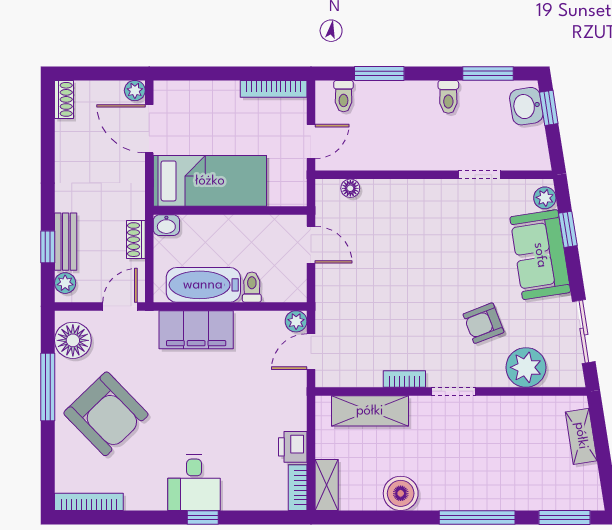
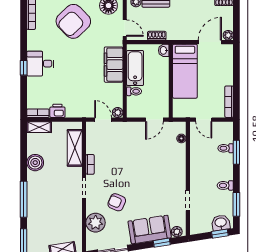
toilet: (344, 96) -> (226, 148), moved
armchair: (484, 323) -> (117, 202), turned -46

